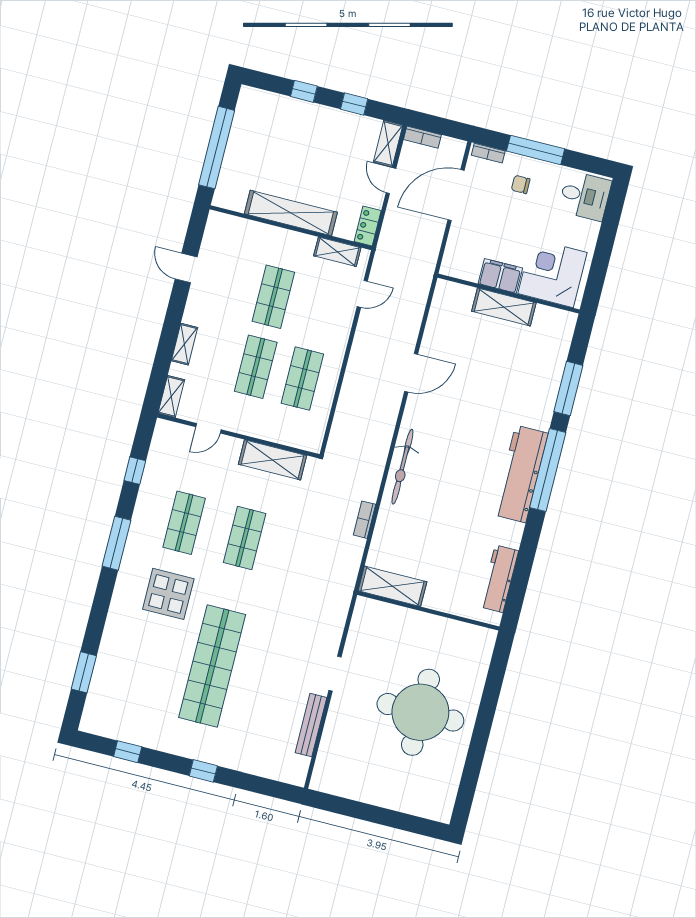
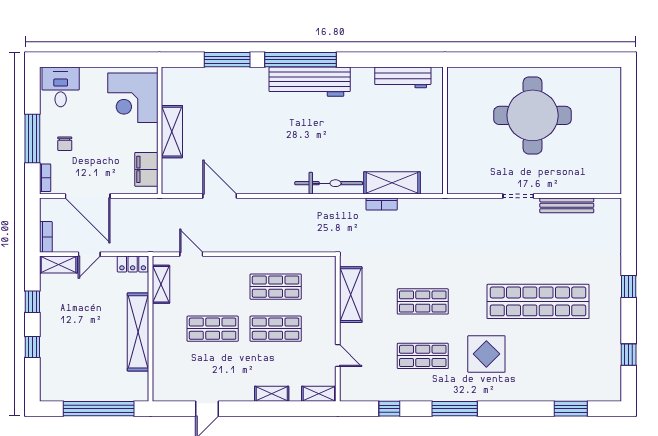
filing cabinet: (500, 276) -> (146, 169), moved
door: (411, 373) -> (220, 196), moved
shelving: (392, 586) -> (392, 183), moved, turned 90

